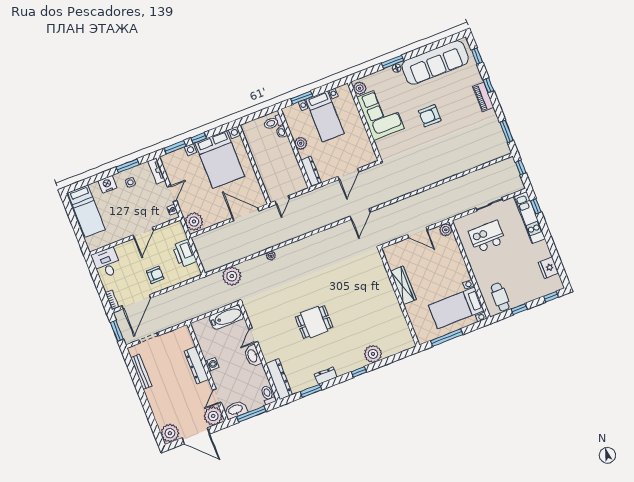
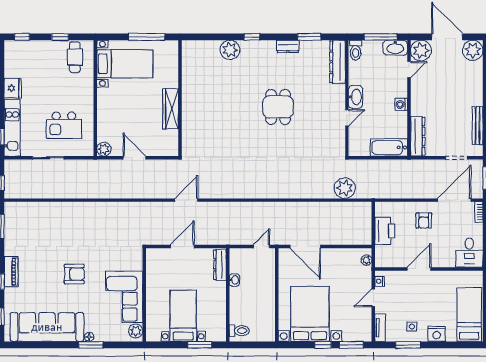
washbasin: (282, 132) -> (234, 280), moved
plant: (301, 143) -> (219, 298), removed
plant: (194, 222) -> (366, 260), width x0.53, depth x0.53
plant: (271, 256) -> (296, 193), removed
fridge: (548, 268) -> (13, 88), moved
armchair: (155, 275) -> (424, 220), turned -90
bathtub: (227, 317) -> (389, 147), moved
dining table: (314, 322) -> (278, 107), turned 90
dresser: (196, 365) -> (418, 136), moved

